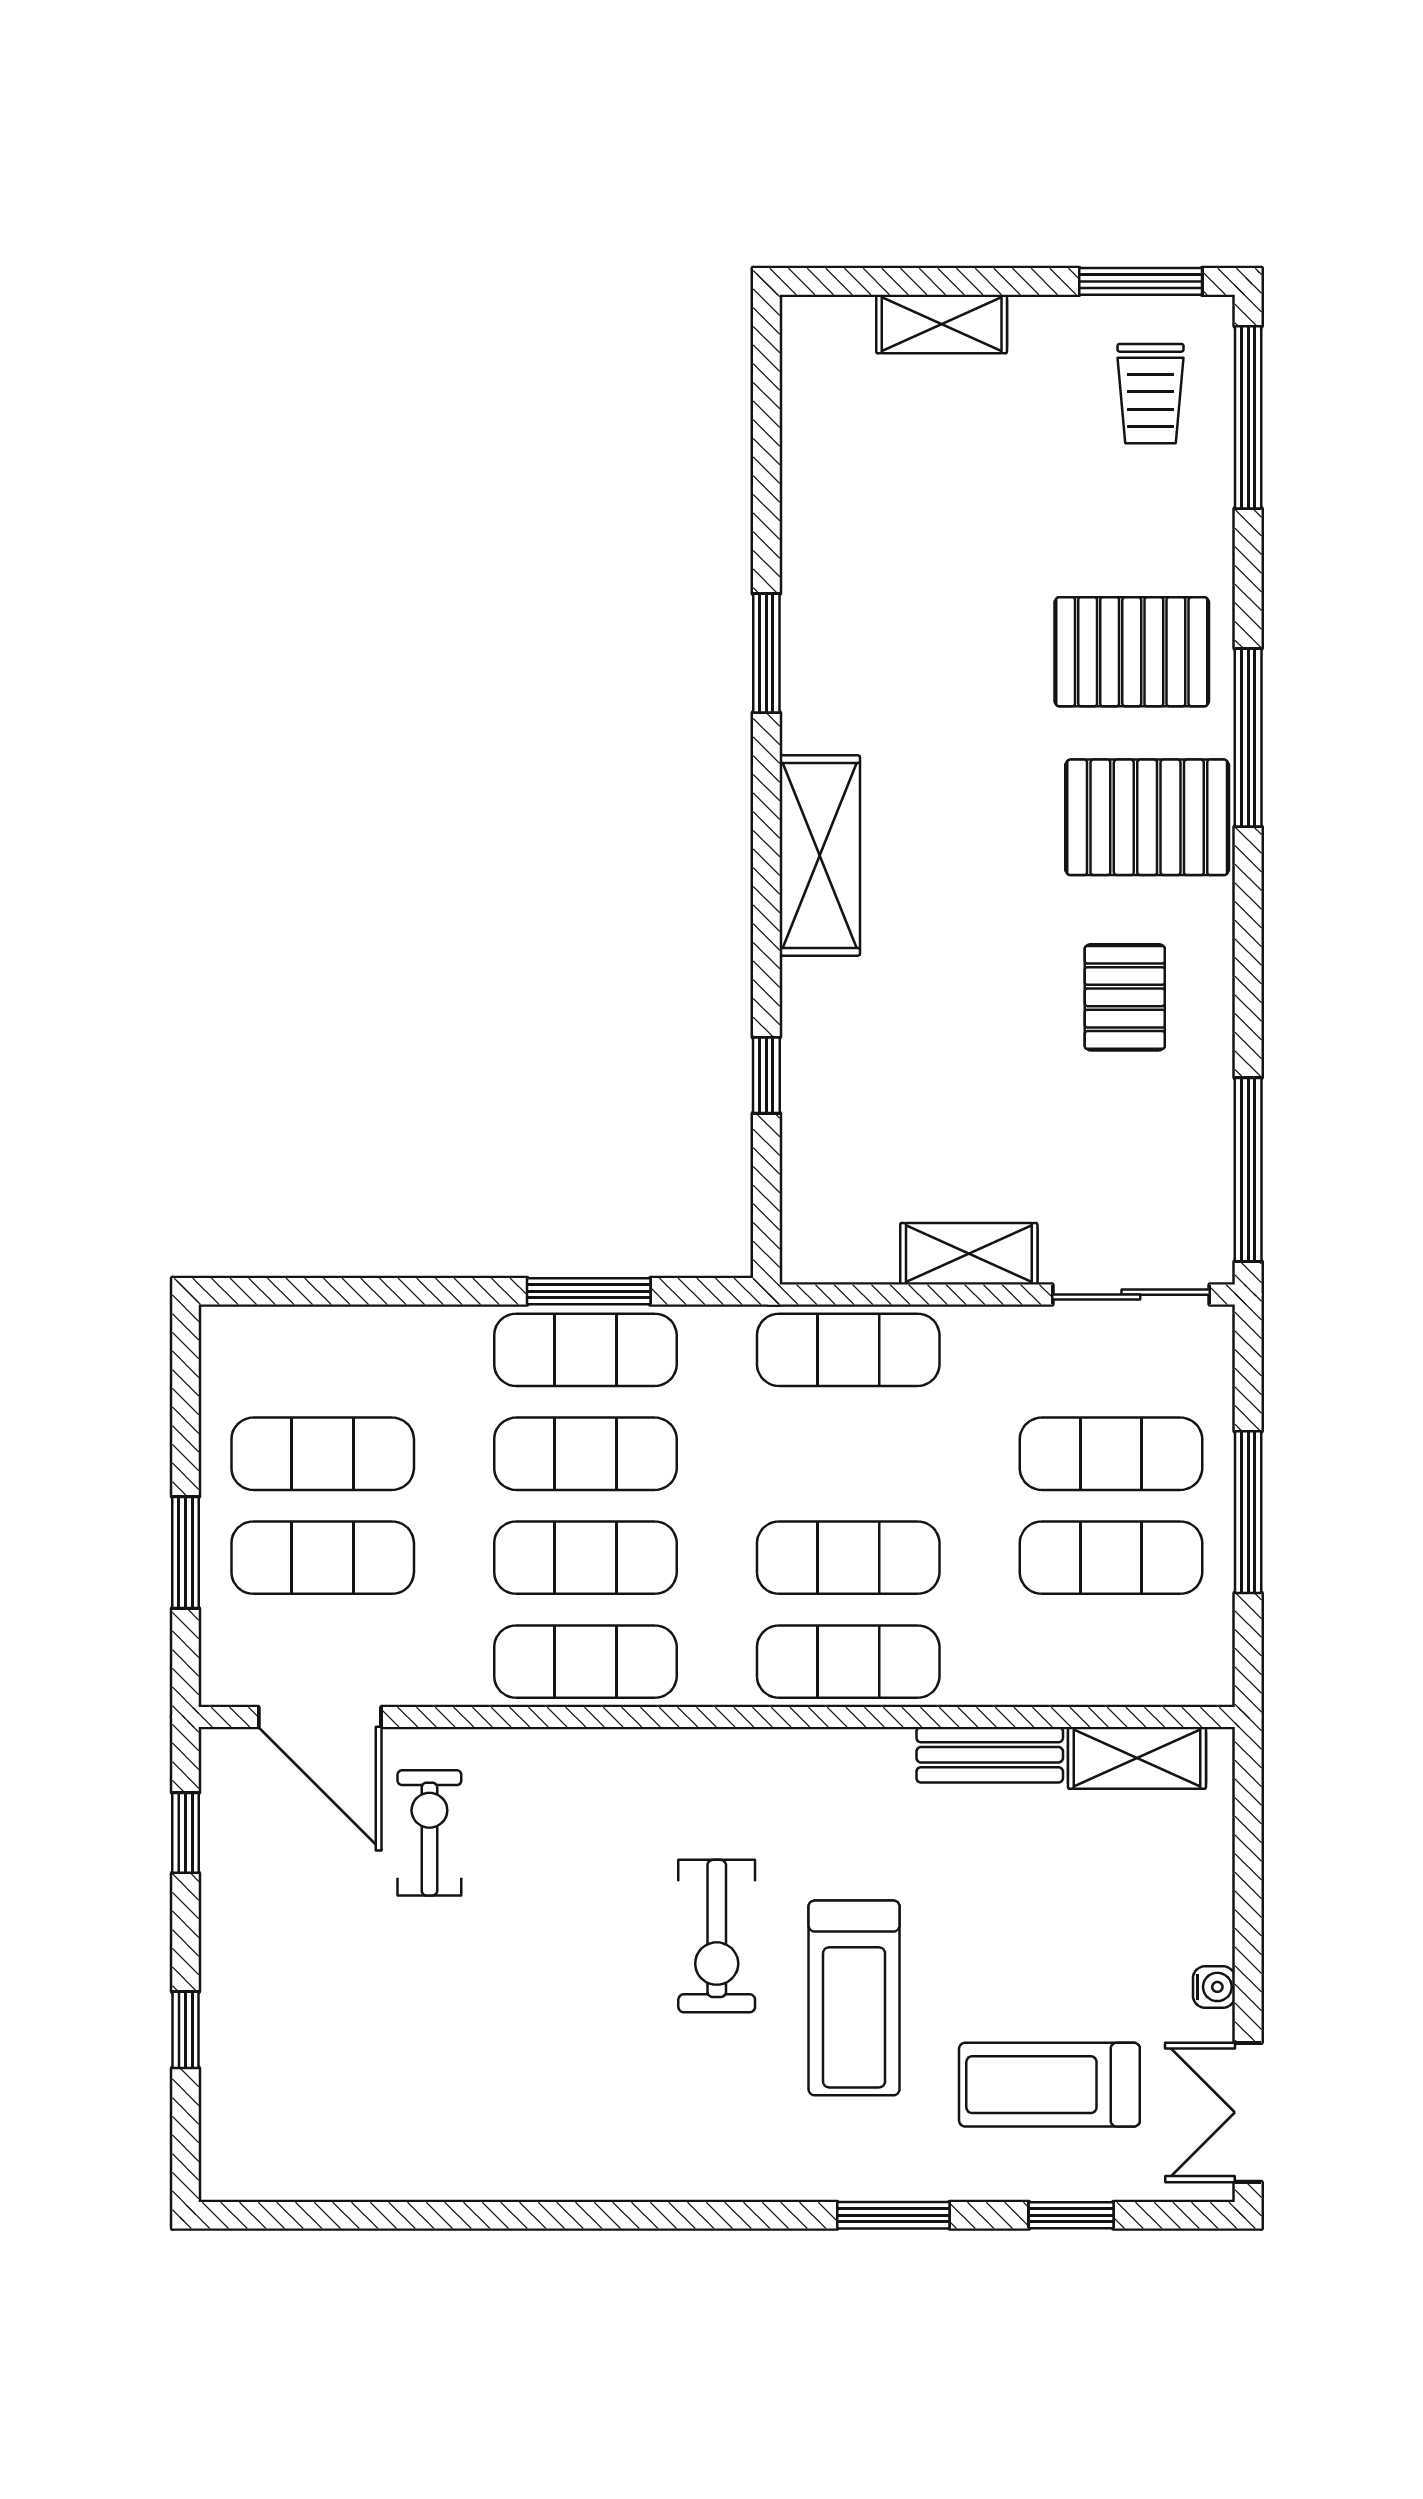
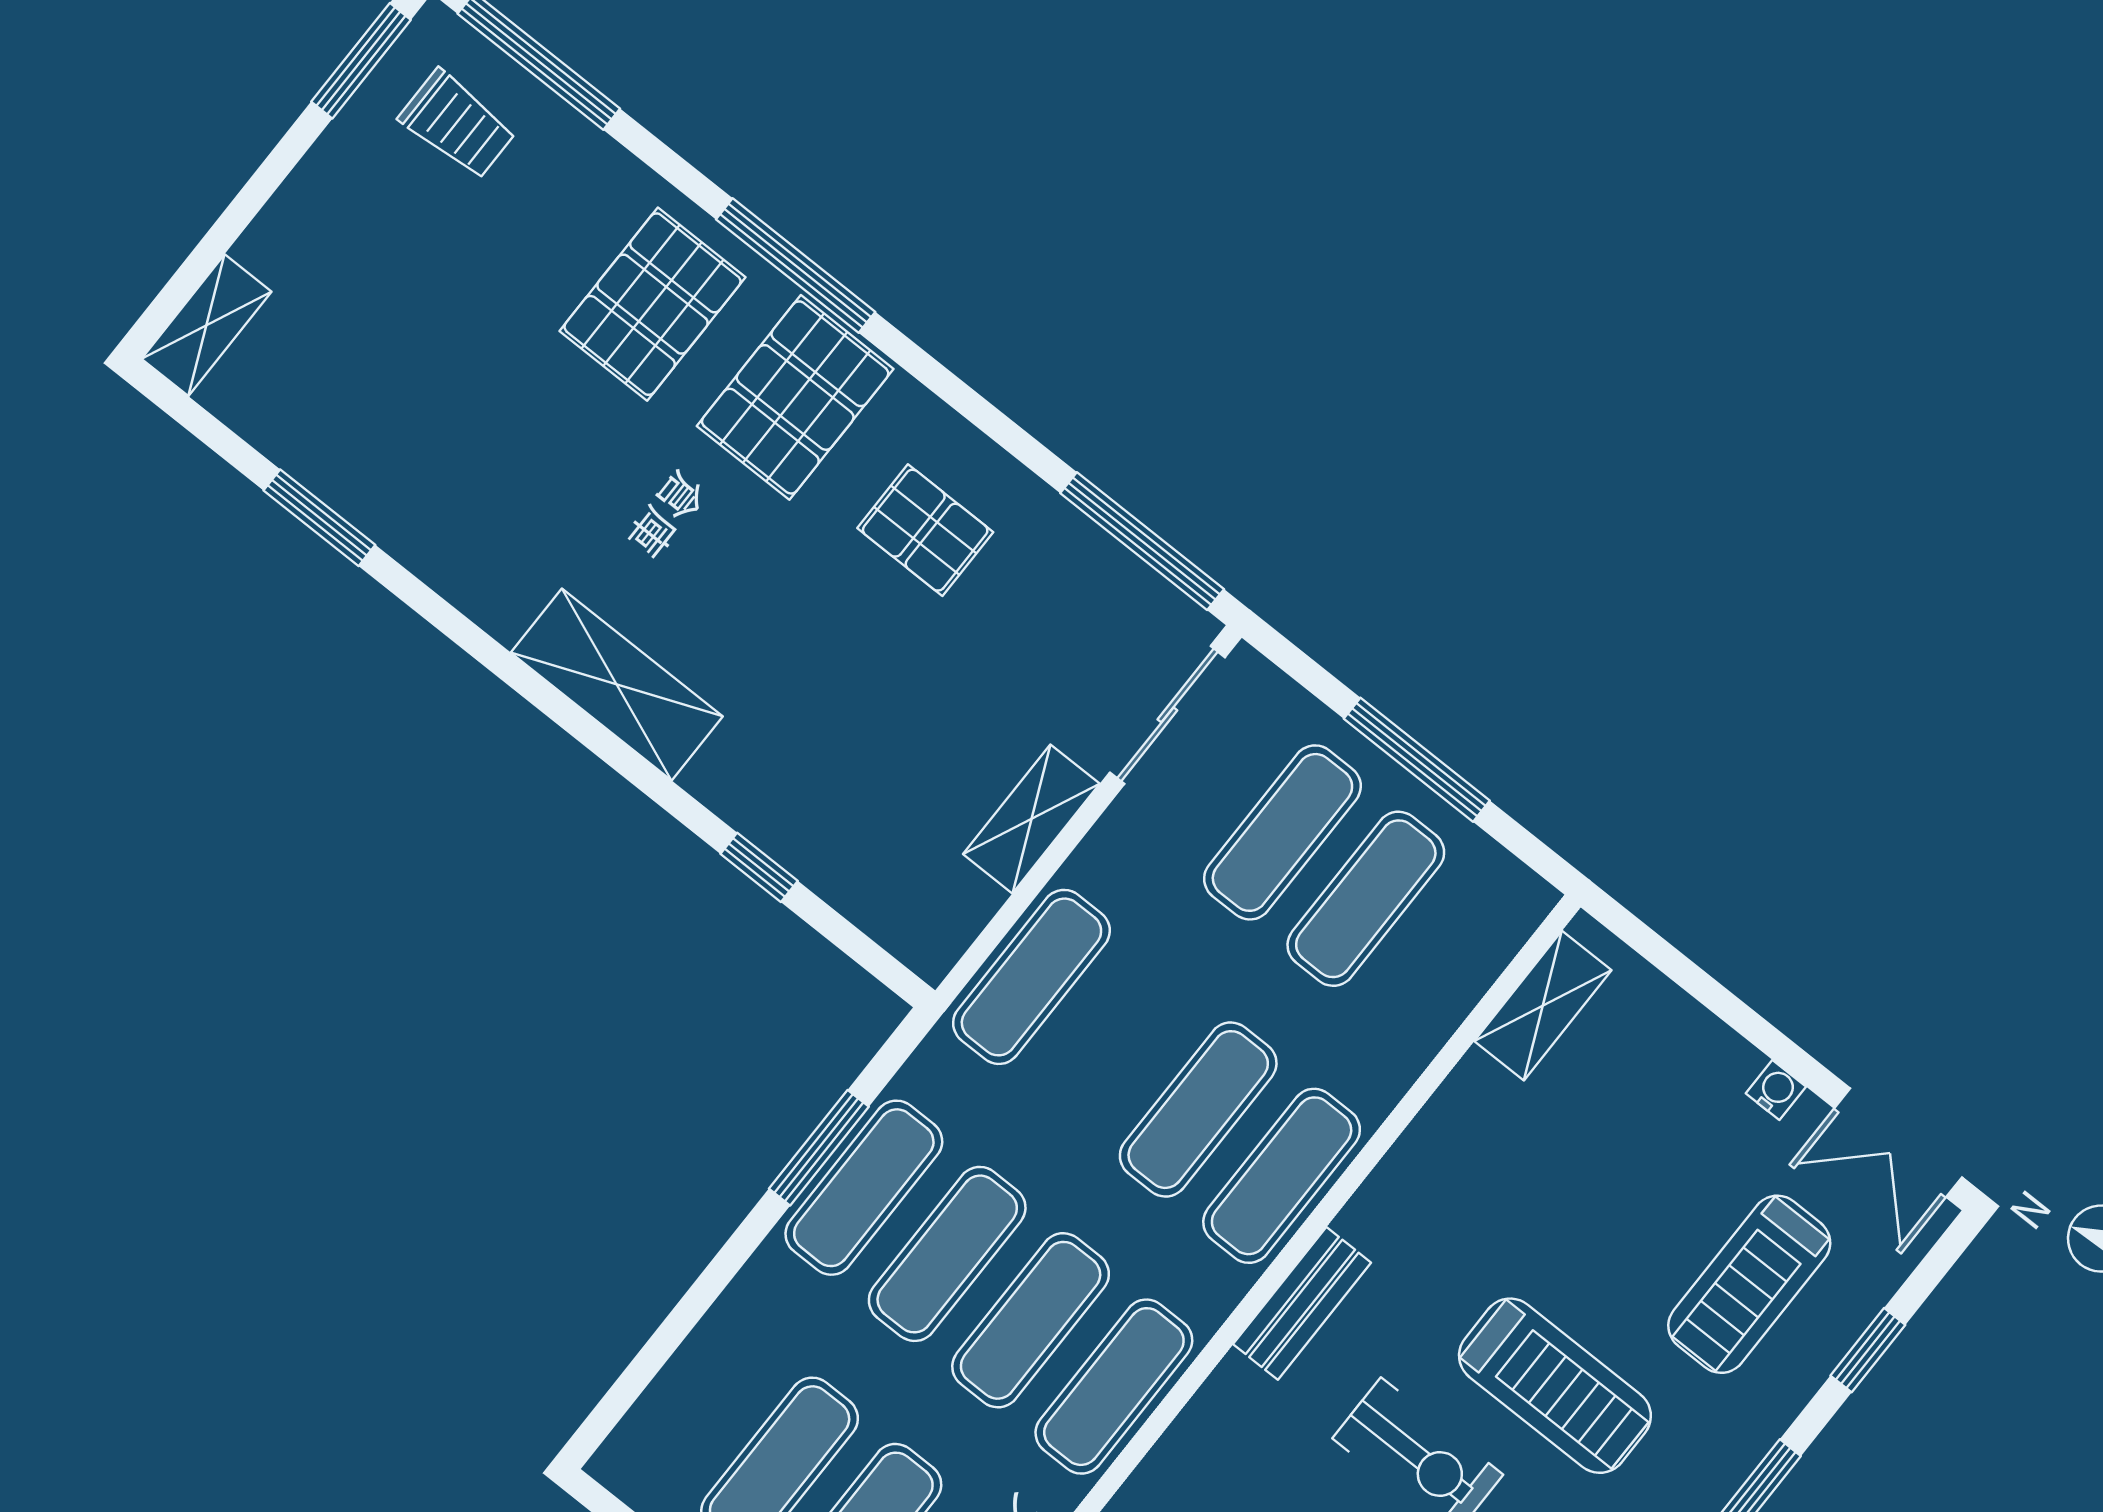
shelving: (942, 324) -> (206, 325), moved
window: (766, 653) -> (319, 518), moved
bench: (990, 1755) -> (1302, 1303), moved

